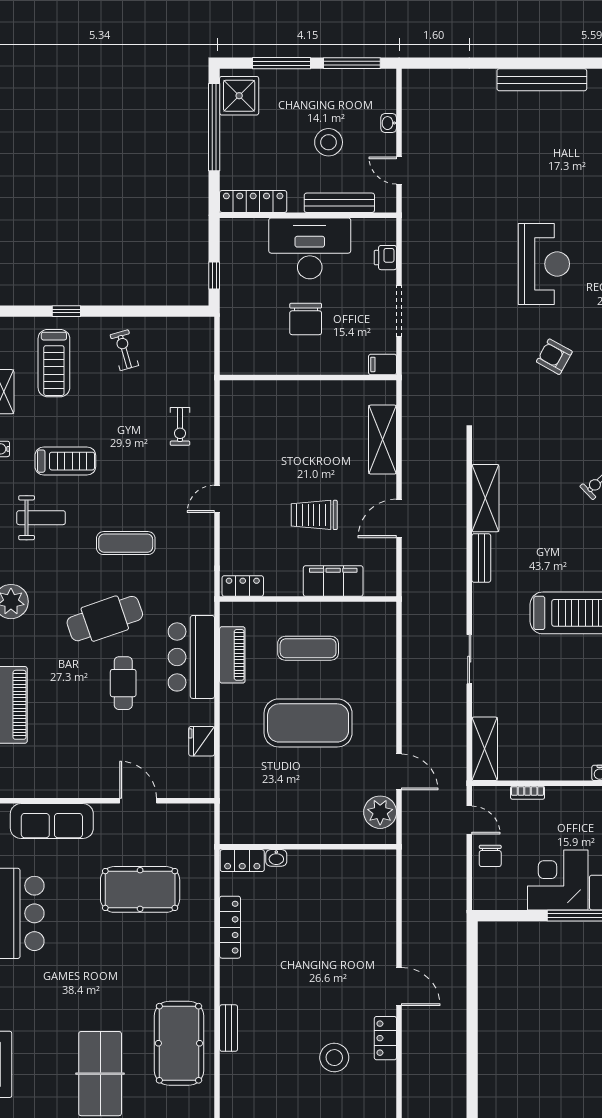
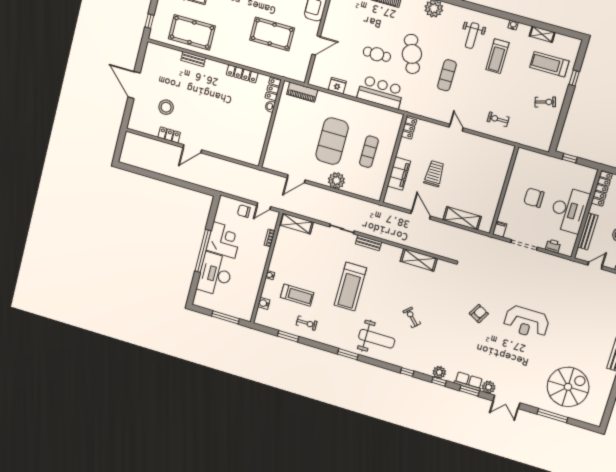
bench: (481, 558) -> (369, 243), moved
piano: (232, 655) -> (302, 92), moved
plant: (380, 812) -> (336, 181), moved
pool table: (140, 889) -> (272, 34), turned 90

